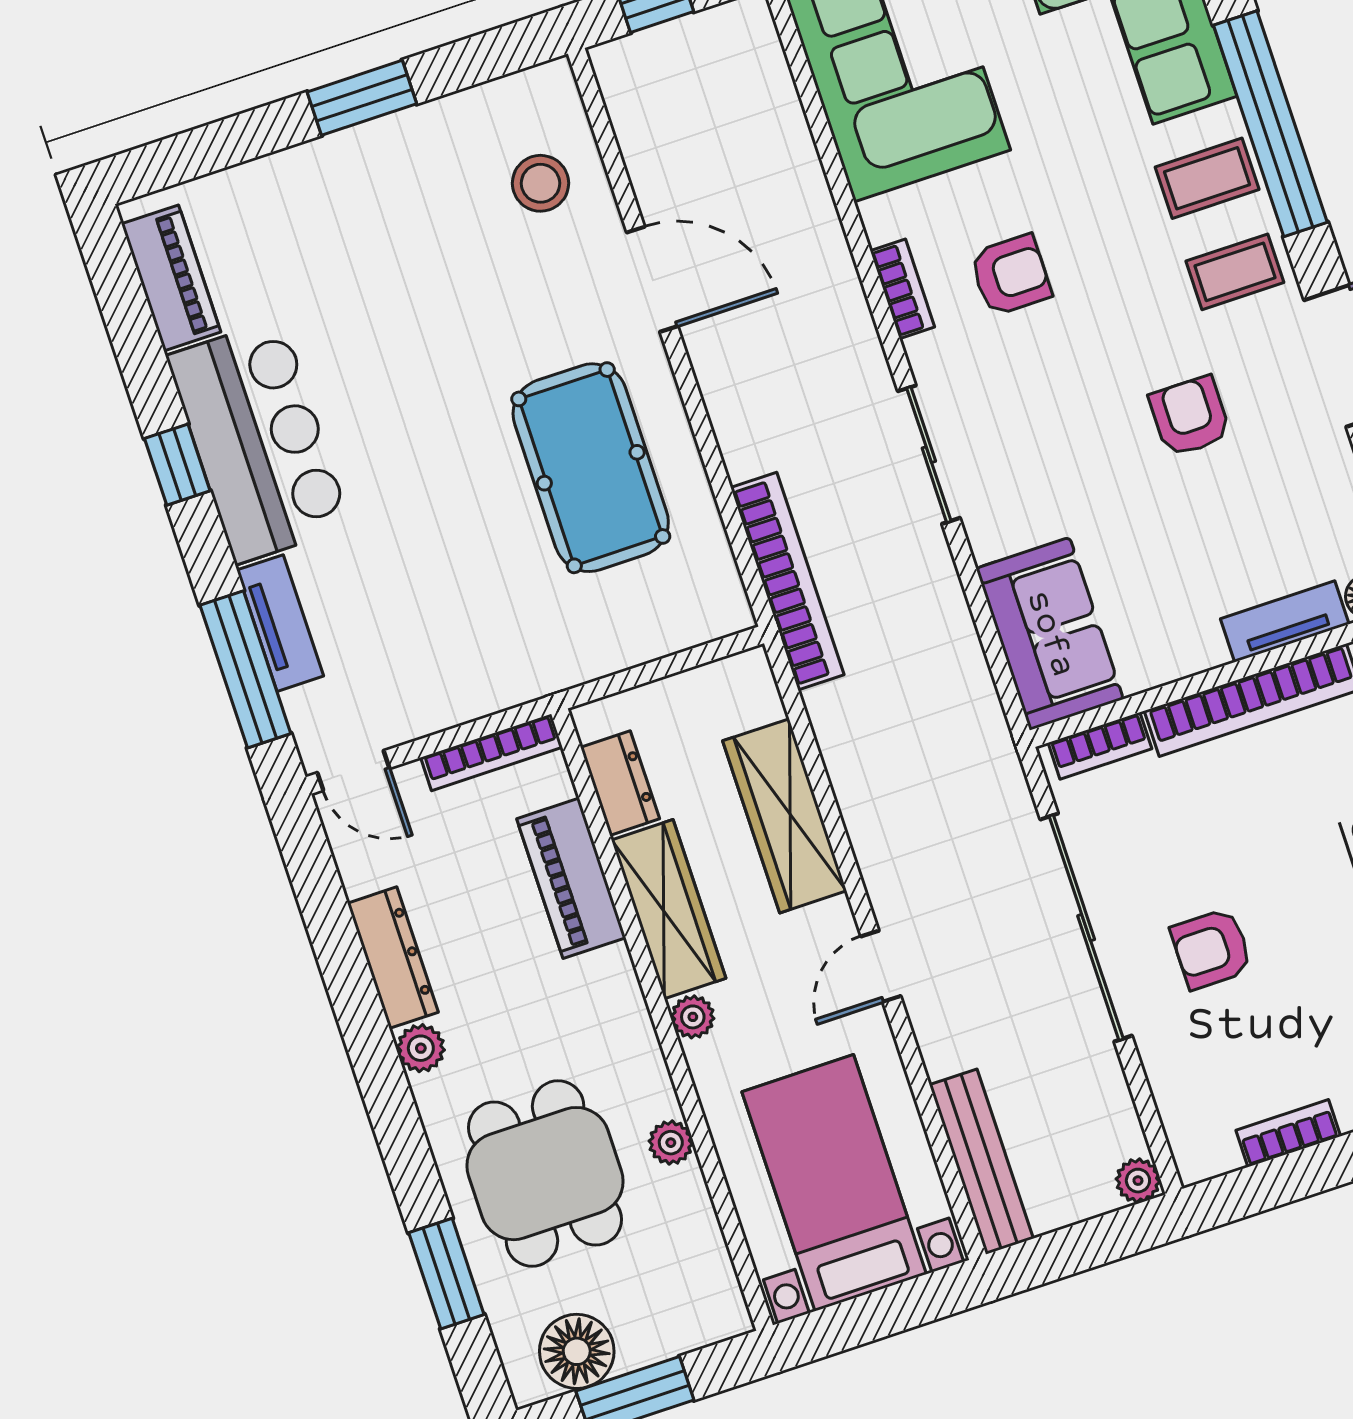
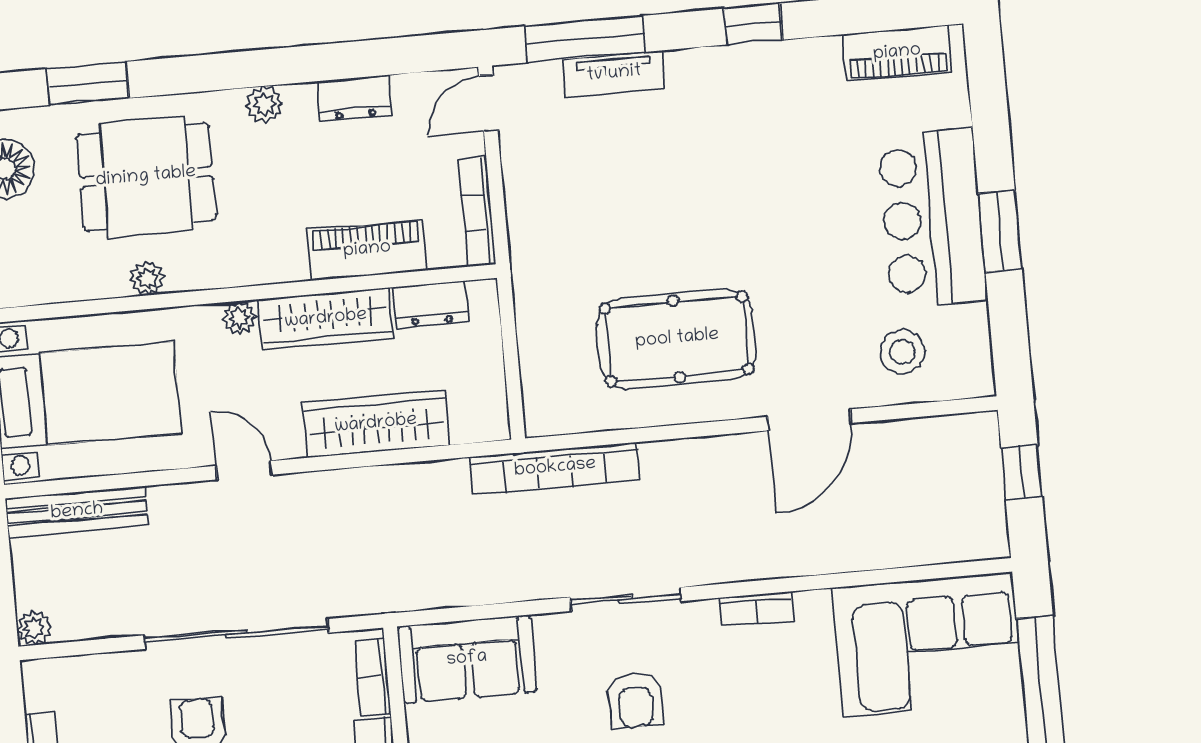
armchair: (1011, 275) -> (635, 700), moved
bar counter: (259, 441) -> (932, 218), moved, turned 90
dresser: (393, 958) -> (354, 98), width x0.70

